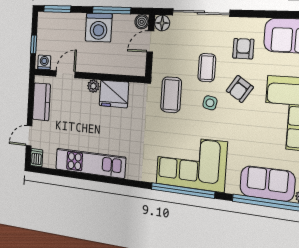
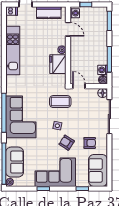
washing machine: (99, 28) -> (103, 70), moved, width x0.53, depth x0.53
door: (150, 41) -> (79, 86), moved
coffee table: (207, 68) -> (78, 122), removed

